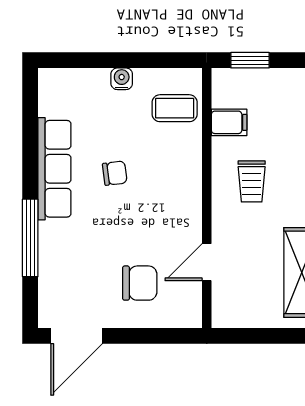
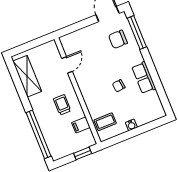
row of seats: (54, 169) -> (144, 78), width x0.68
window: (30, 238) -> (137, 33), moved
chair: (140, 283) -> (118, 39), moved

